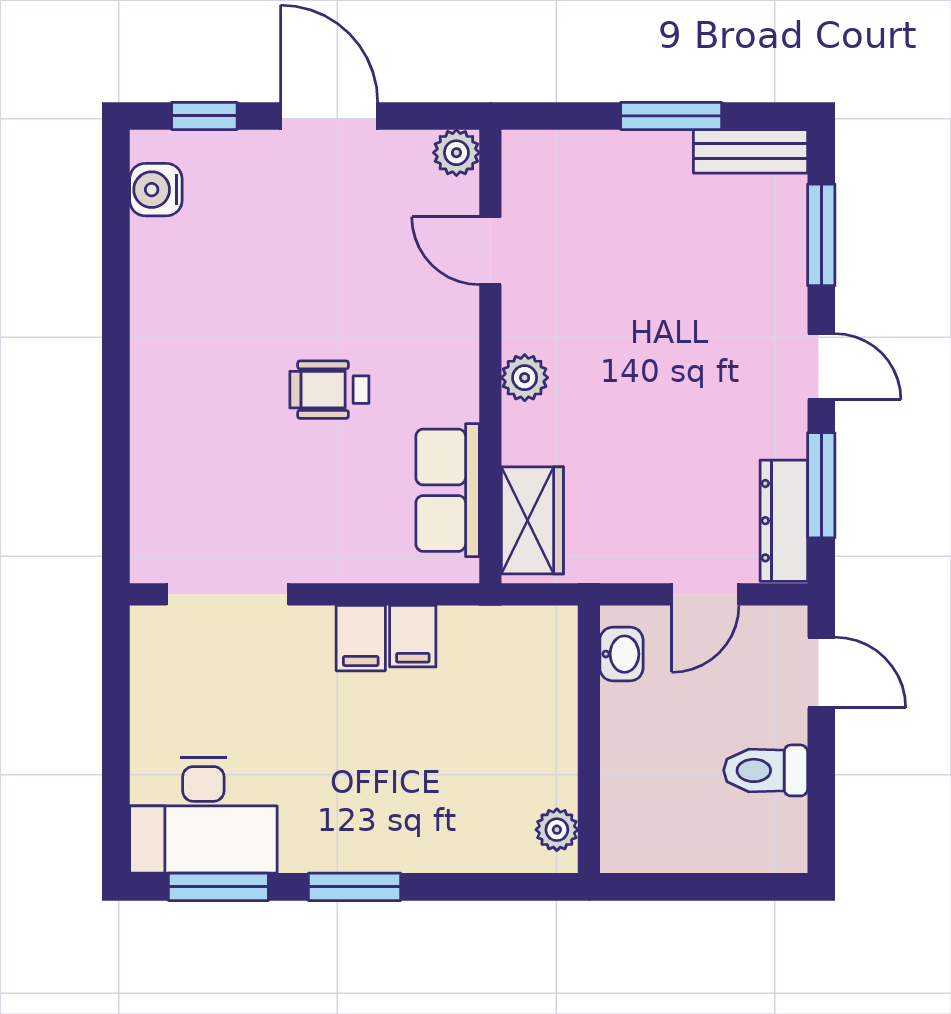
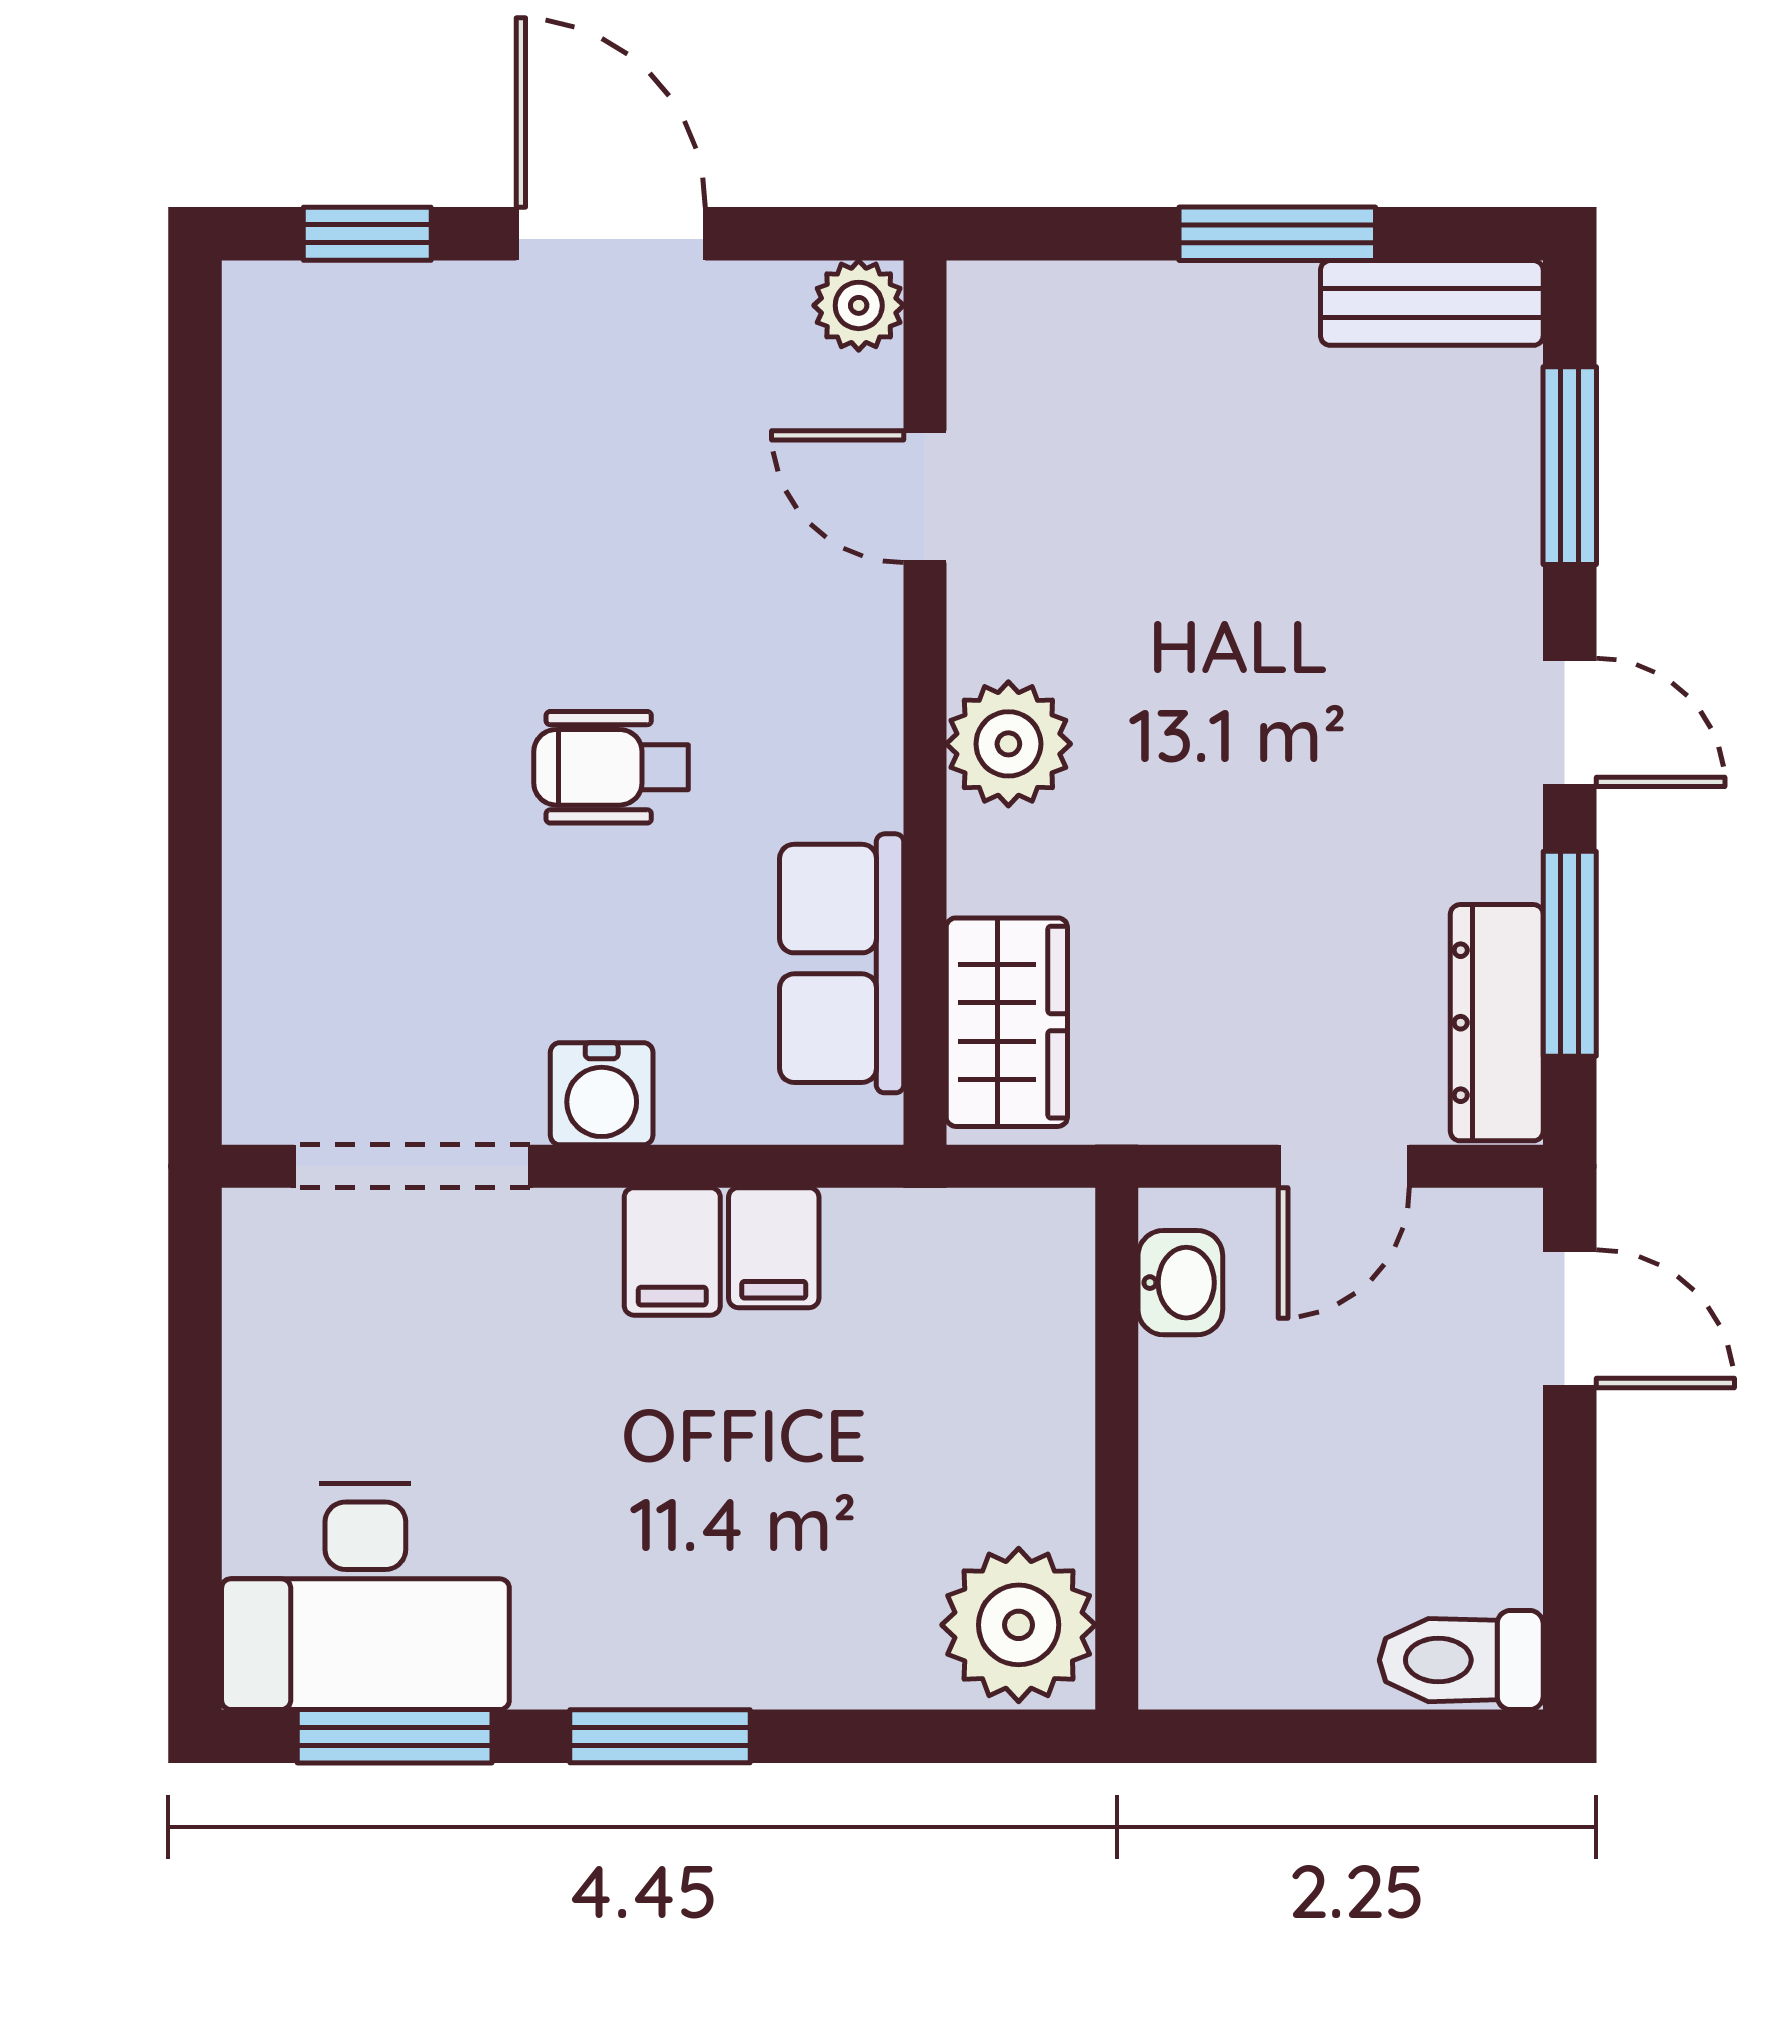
water cooler: (156, 190) -> (602, 1094), moved, turned -90
plant: (525, 378) -> (1008, 744), width x1.38, depth x1.38
toilet: (766, 770) -> (1461, 1660), moved
plant: (557, 830) -> (1019, 1625), width x1.88, depth x1.88

